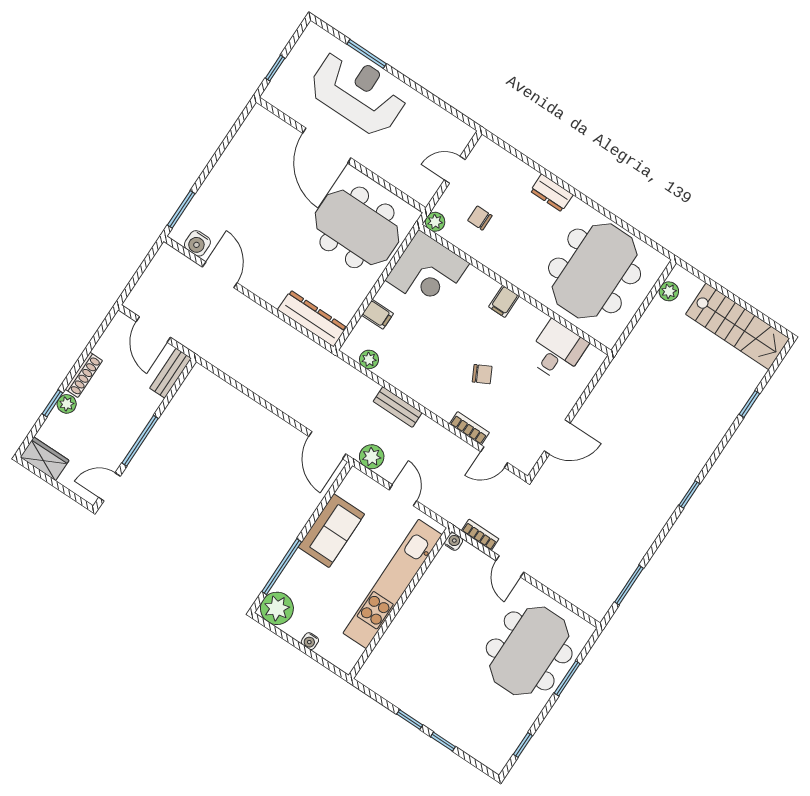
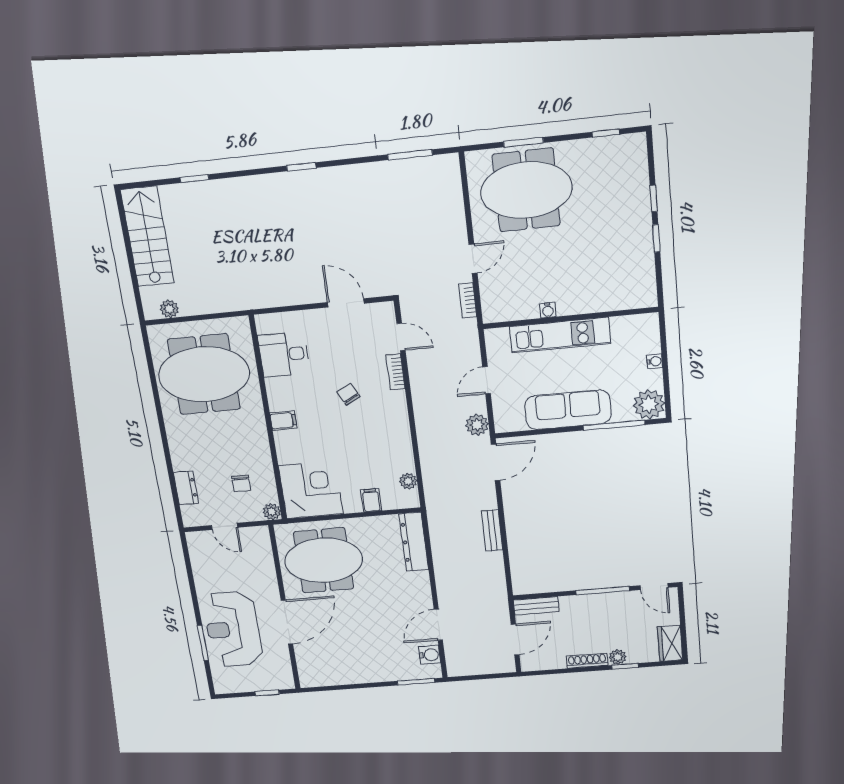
dresser: (552, 193) -> (186, 488), moved
meeting table: (357, 227) -> (324, 560), turned 90
bench: (398, 407) -> (492, 531), moved
sofa: (331, 531) -> (568, 410), width x1.36
water cooler: (454, 542) -> (548, 310), moved, turned -90
kitchen unit: (393, 584) -> (560, 335), width x0.73

